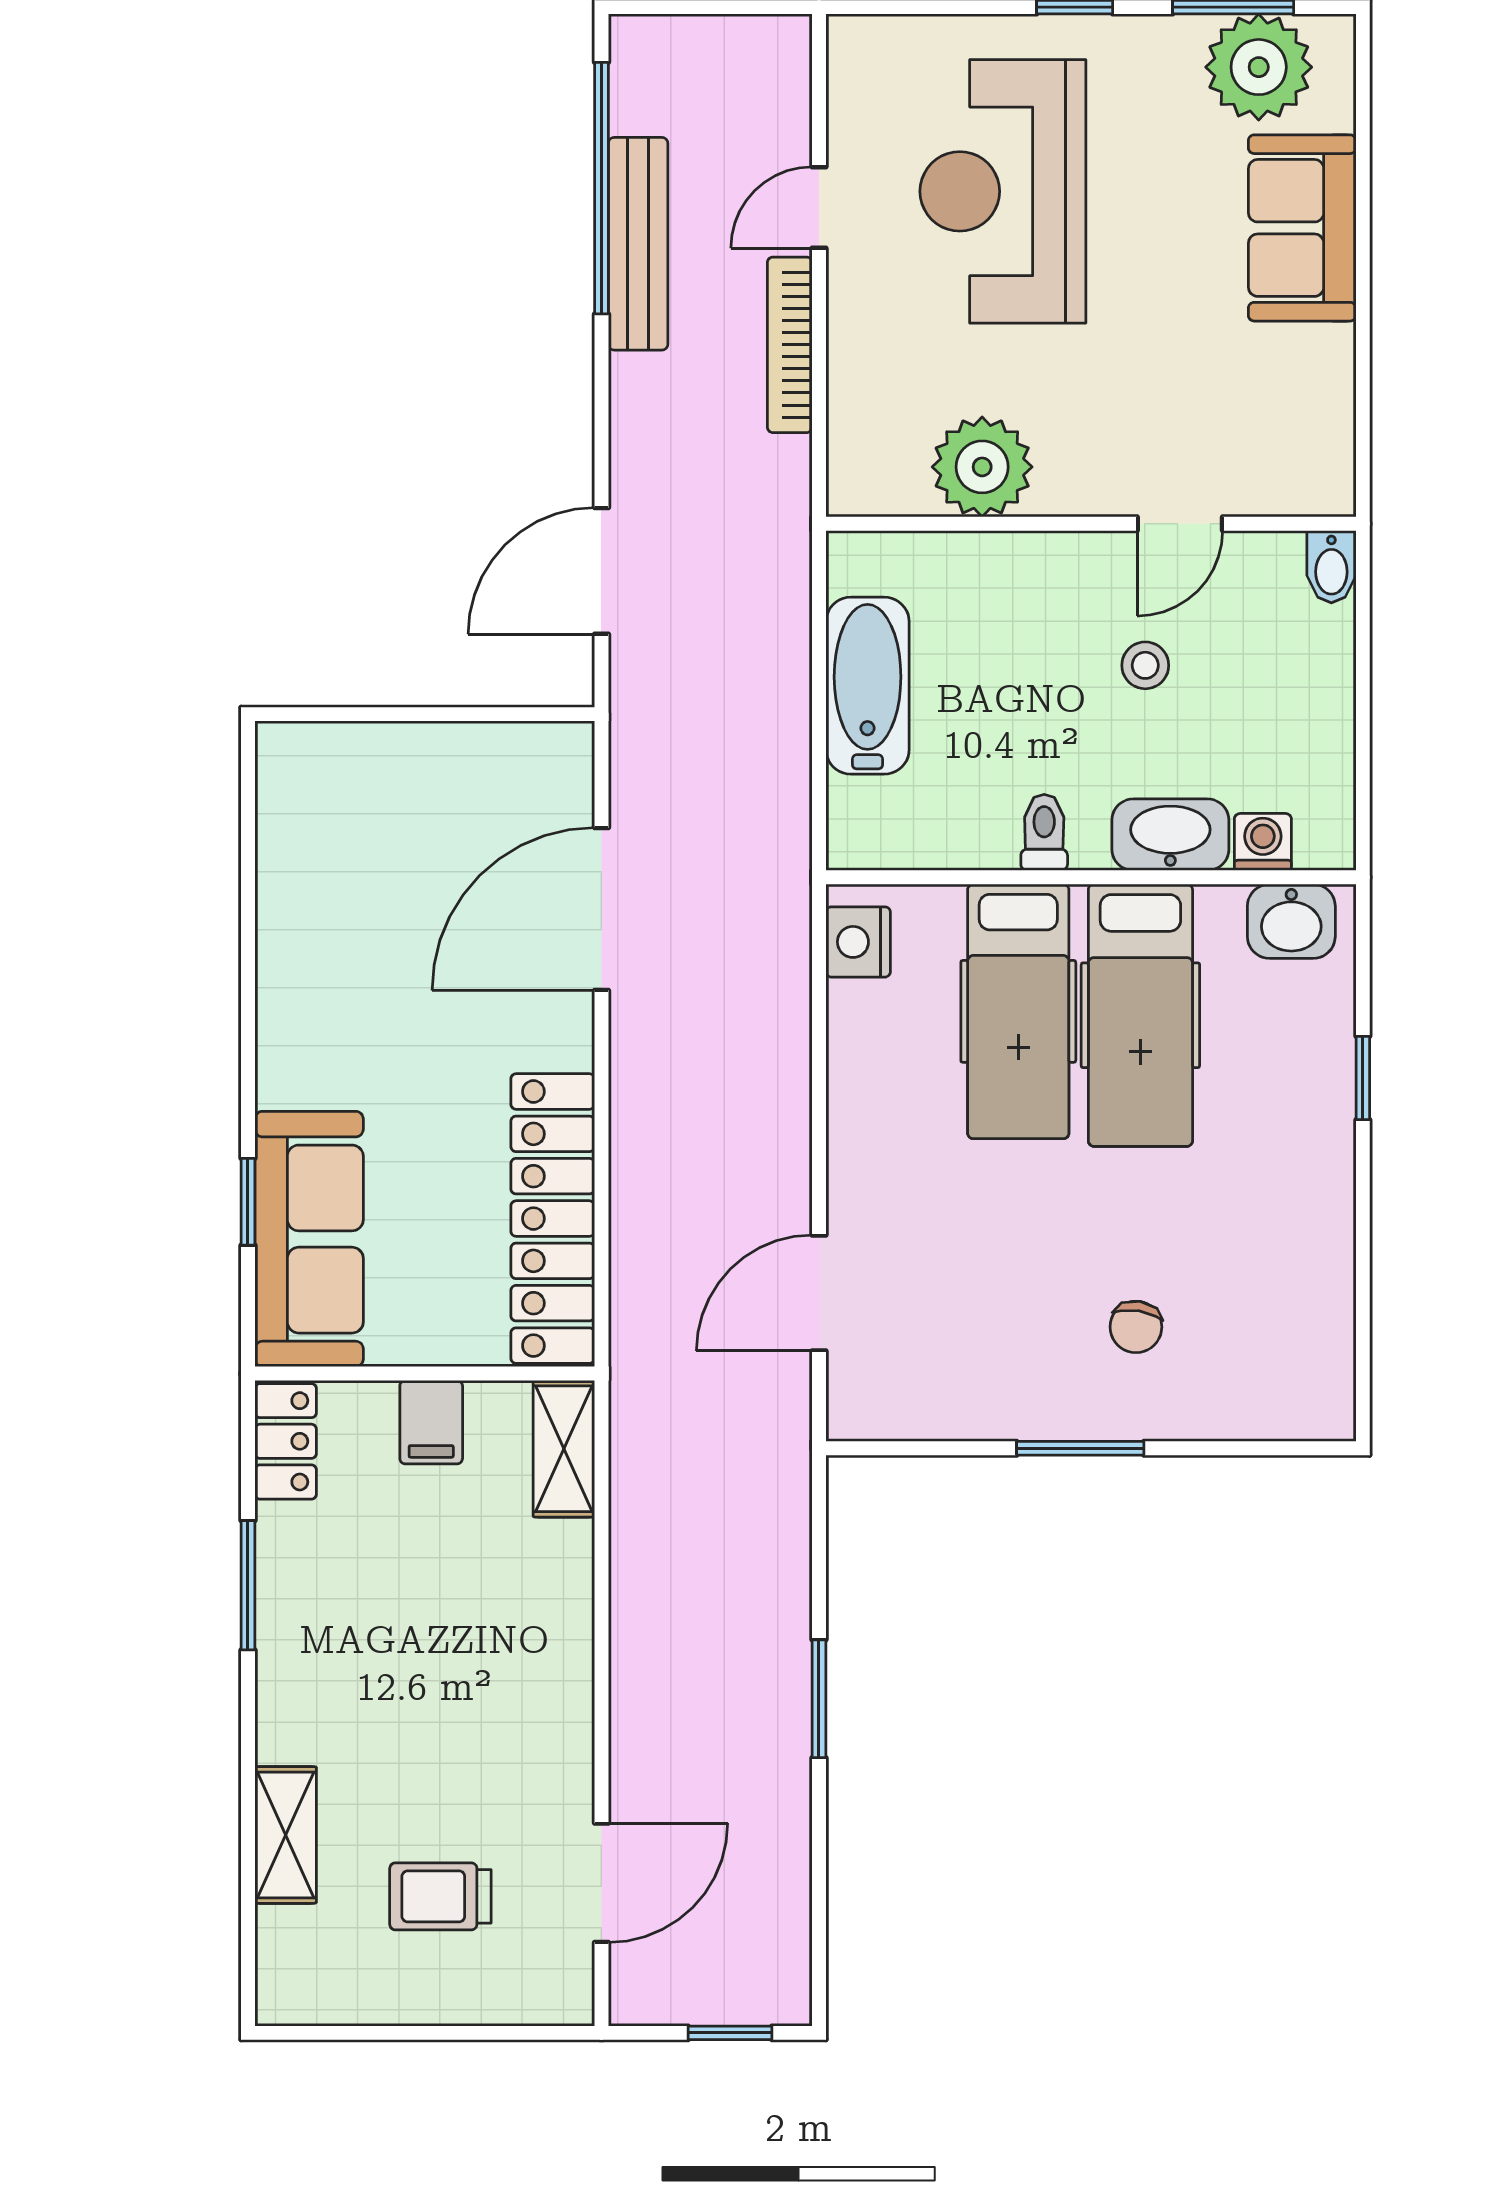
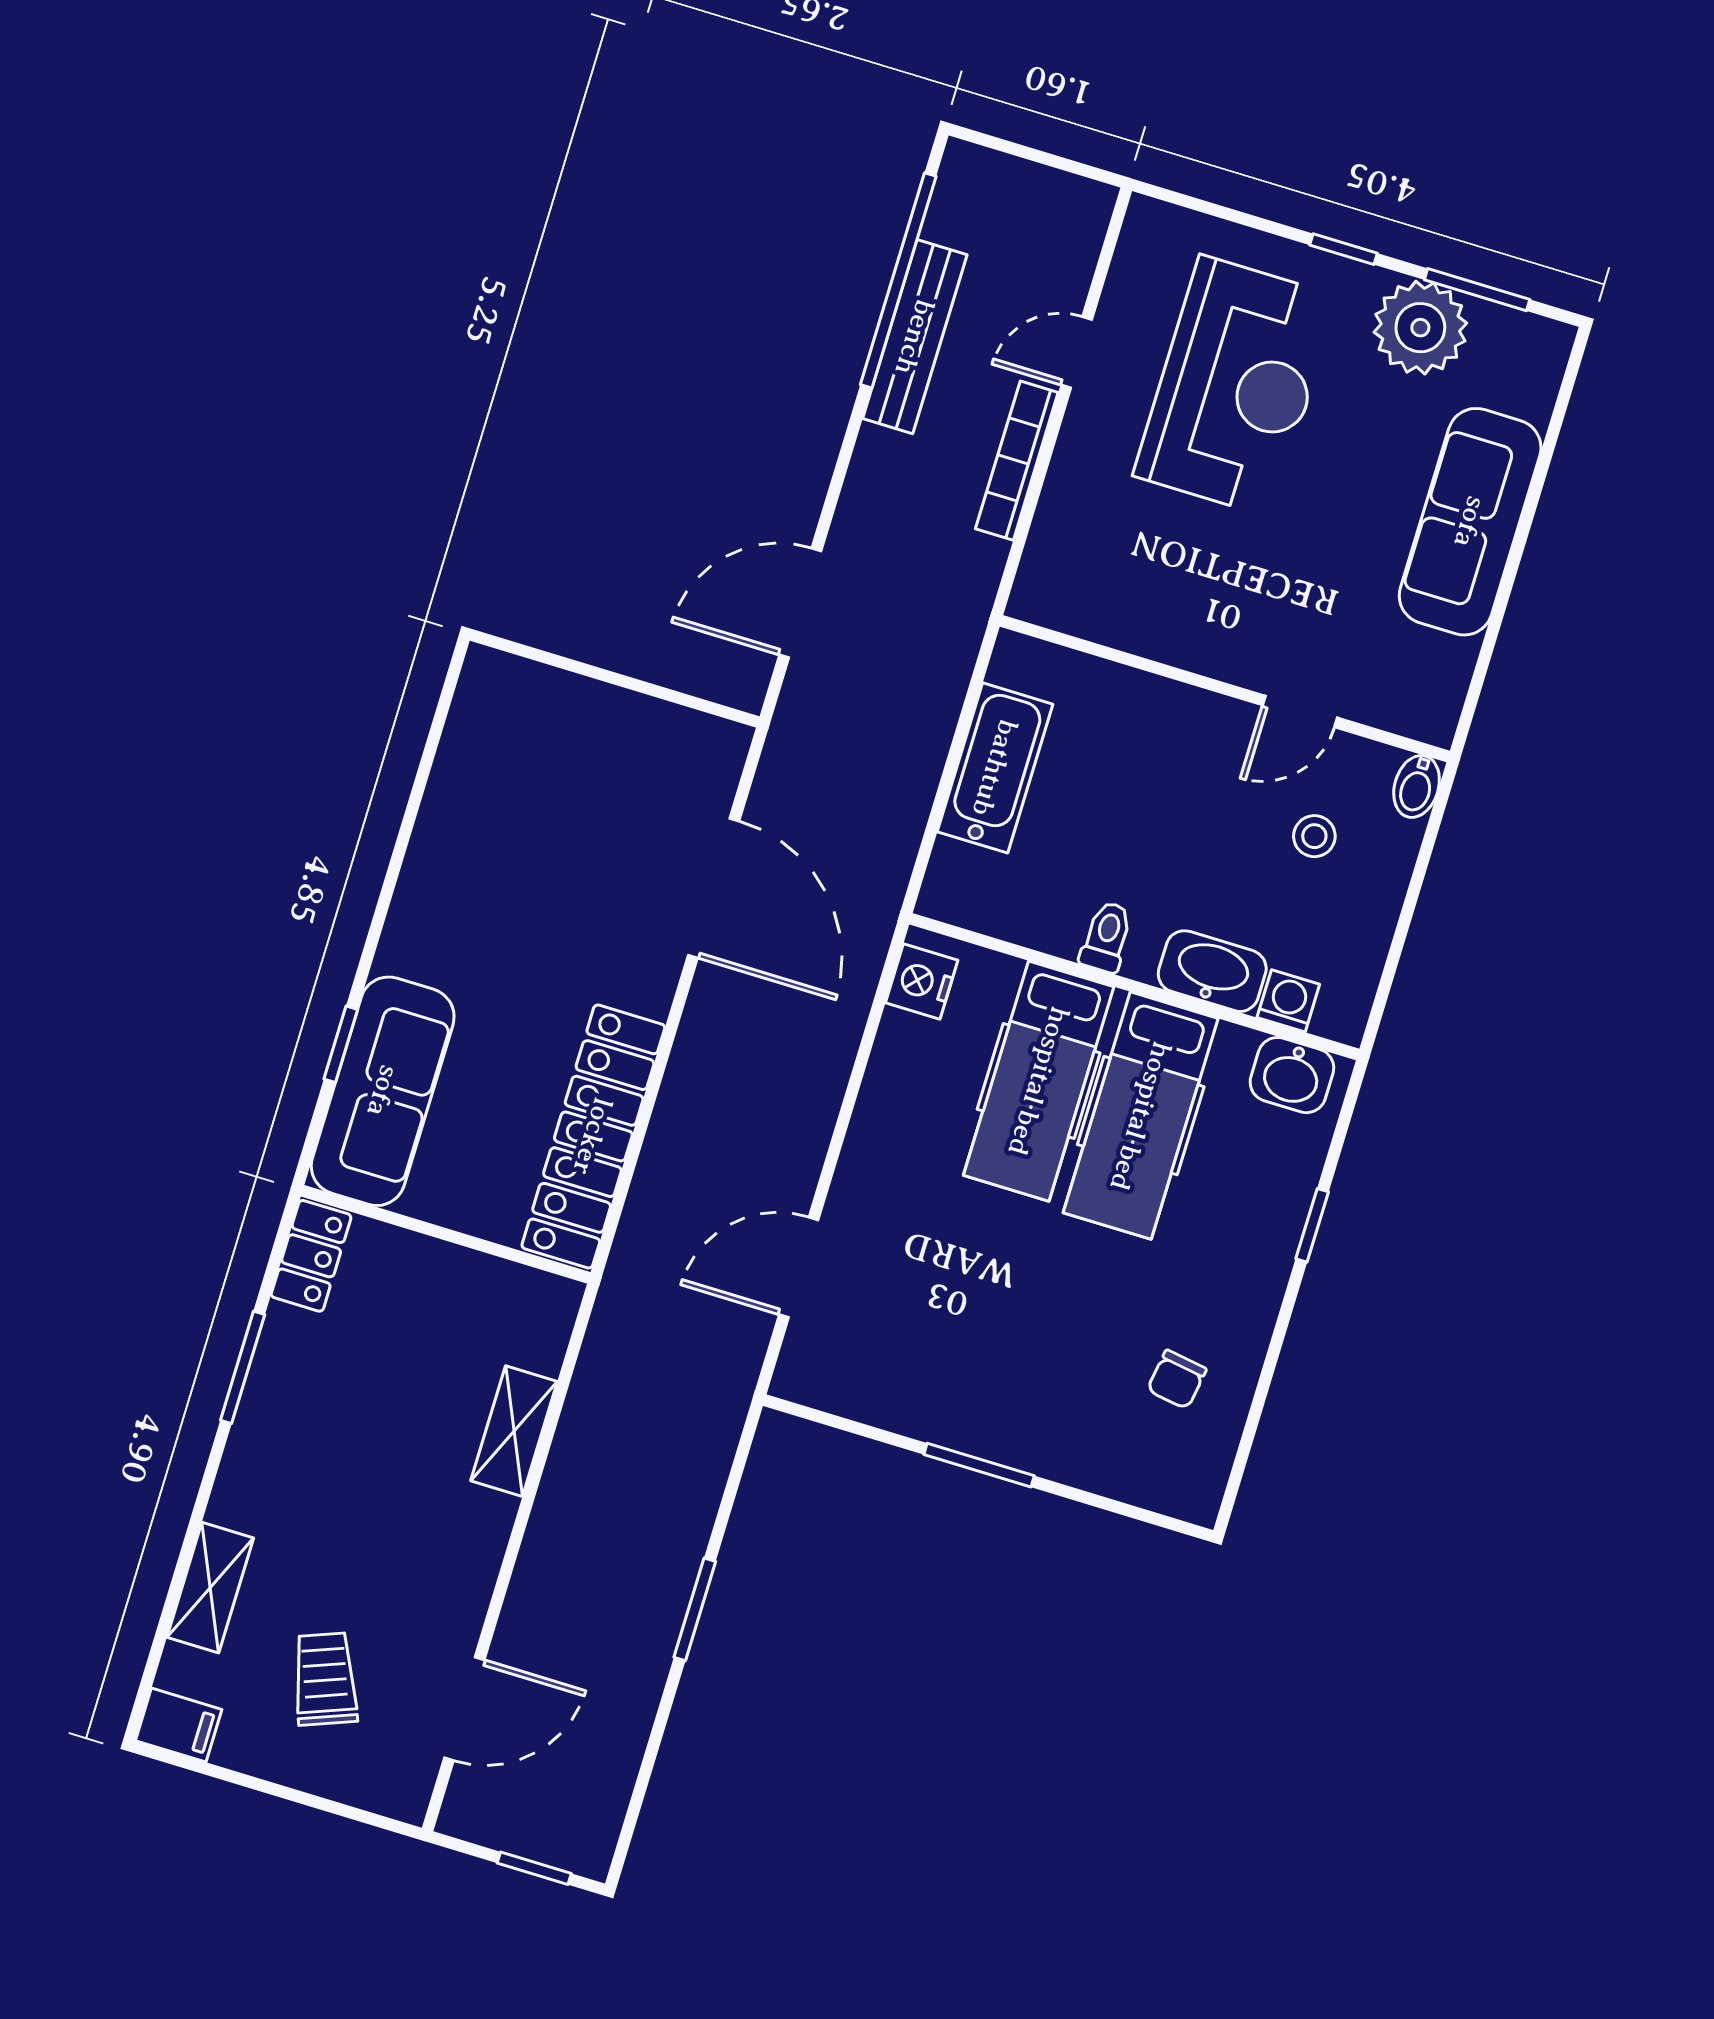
plant: (1259, 67) -> (1420, 328), moved
reception desk: (1003, 191) -> (1236, 386), turned 180
sofa: (1302, 228) -> (1470, 522), width x1.36
plant: (982, 467) -> (1148, 613), removed
stool: (1145, 665) -> (1314, 836), moved
door: (601, 909) -> (714, 888), swing flipped
chair: (1136, 1327) -> (1177, 1379), moved
filing cabinet: (431, 1422) -> (179, 1725), moved, turned -90
shelving: (564, 1449) -> (514, 1431), moved
trolley: (440, 1896) -> (325, 1679), turned 69

